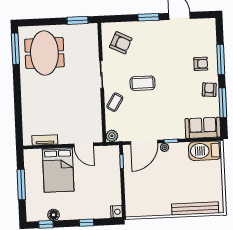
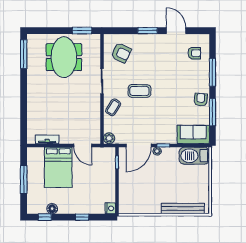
meeting table: (44, 53) -> (64, 57), moved
armchair: (201, 64) -> (194, 53), moved

